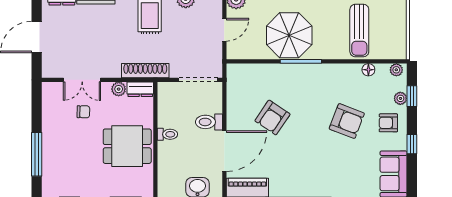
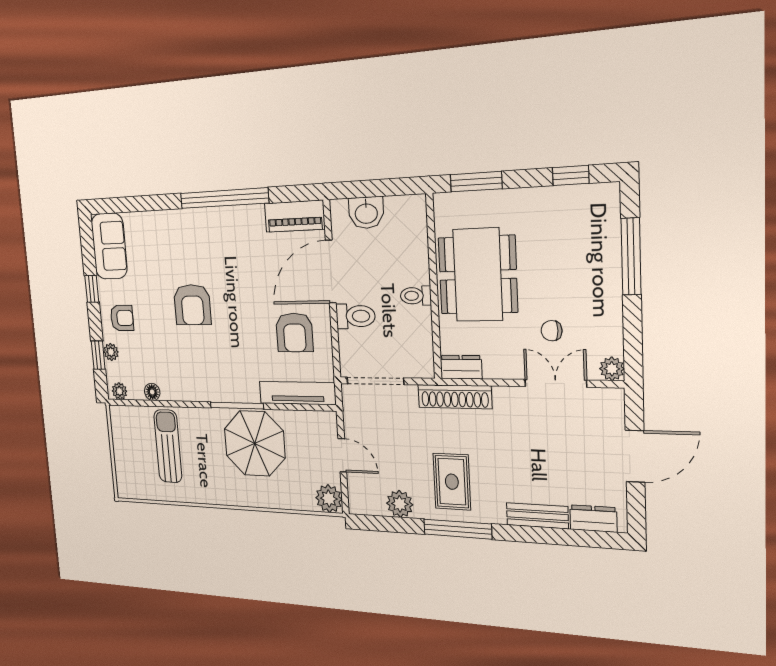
door: (224, 30) -> (342, 455), swing flipped
tv unit: (254, 71) -> (297, 393), added
plant: (119, 89) -> (612, 369), moved
armchair: (272, 117) -> (294, 332), moved, turned 146
armchair: (347, 121) -> (192, 305), moved, turned -111
dining table: (127, 146) -> (478, 275), width x1.38

